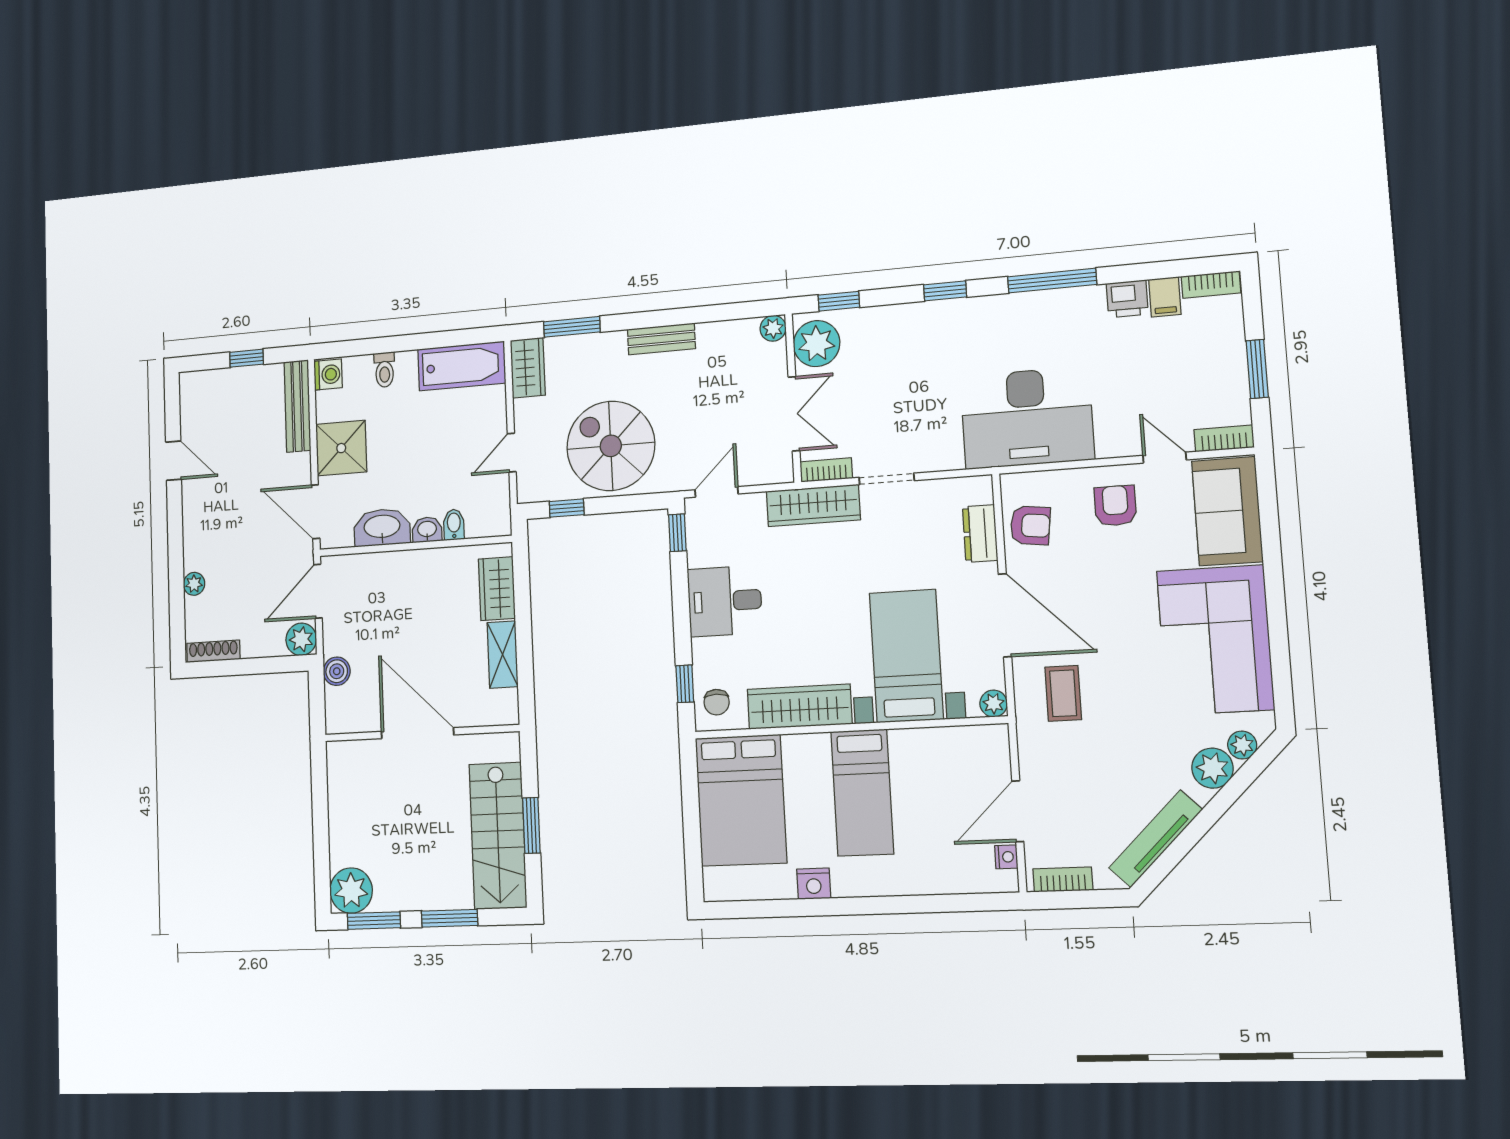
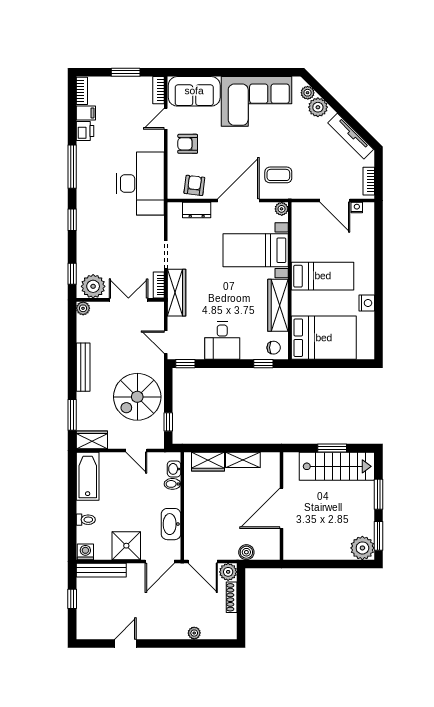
bench: (661, 339) -> (83, 367), width x1.36
washbasin: (427, 530) -> (174, 469), moved
shoe rack: (213, 651) -> (232, 597), moved

